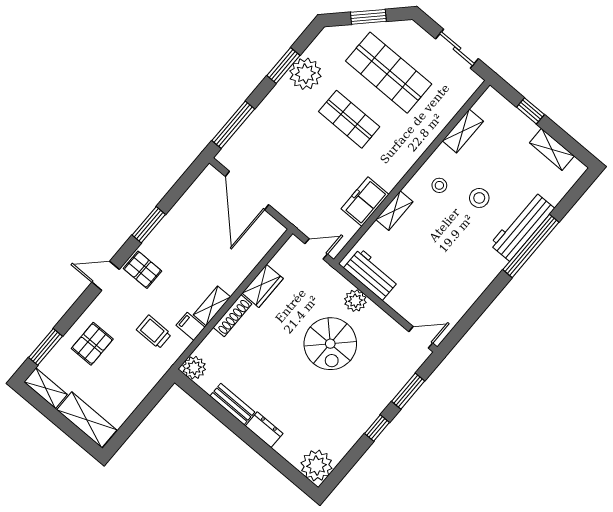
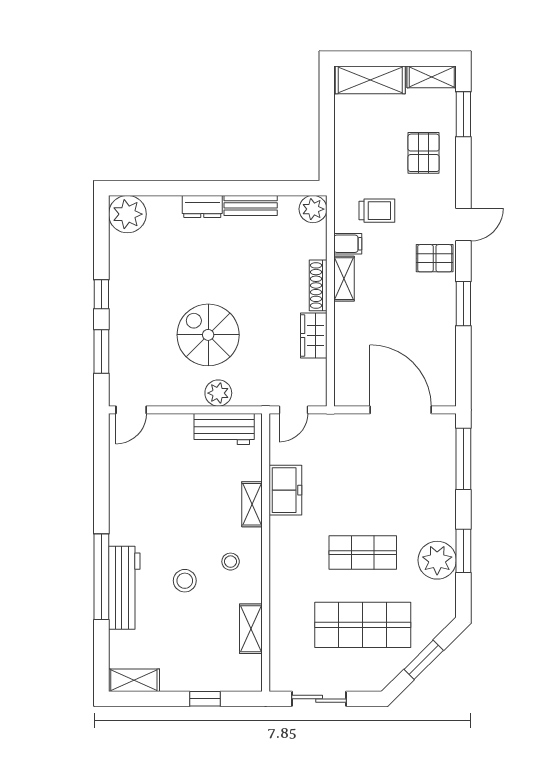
shelving: (552, 149) -> (134, 680), moved

